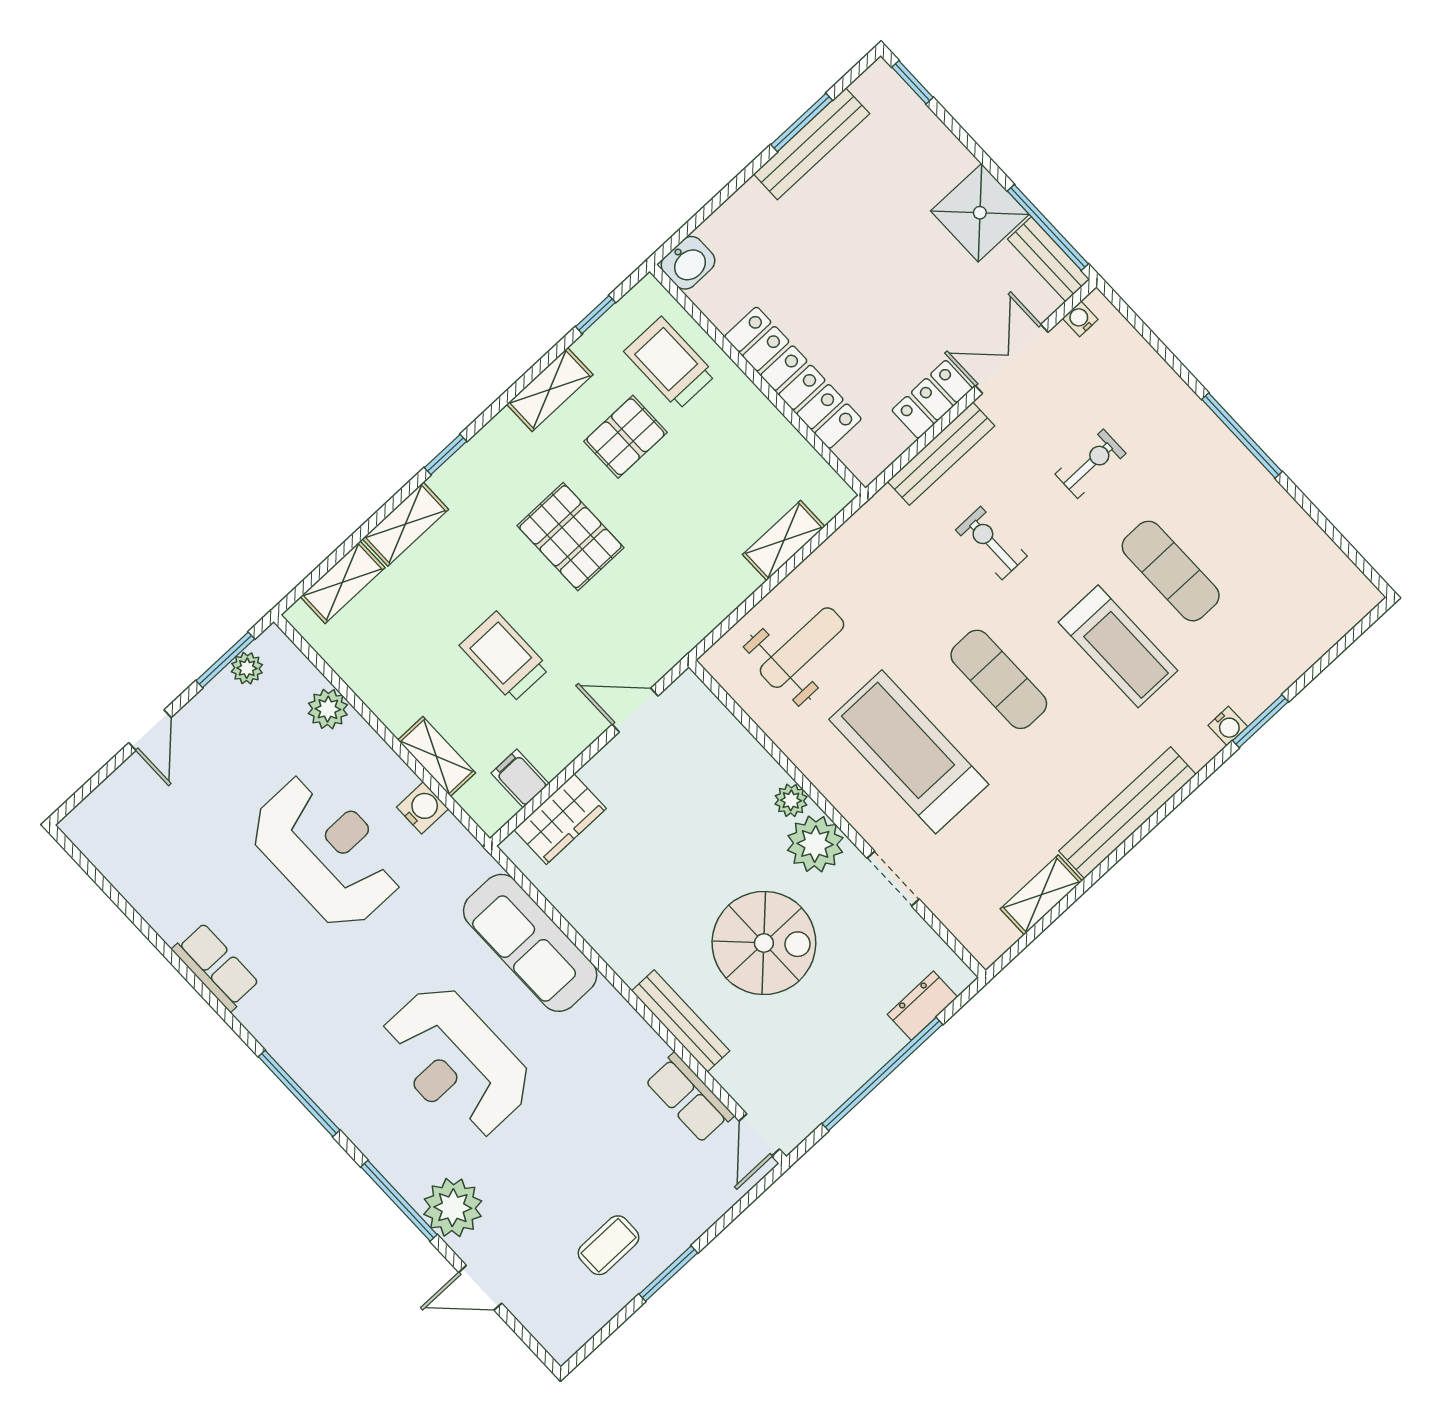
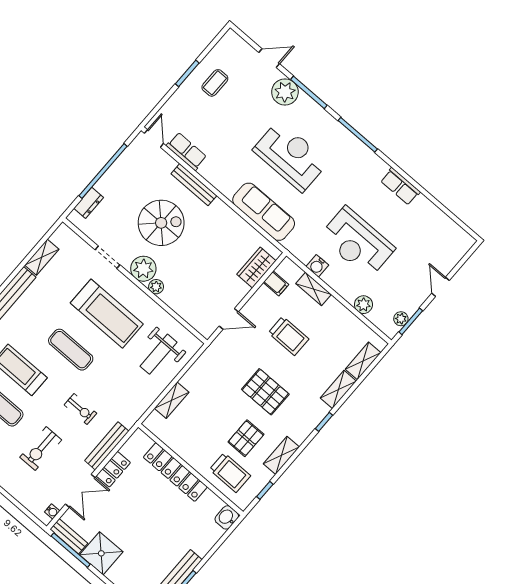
exercise bike: (1091, 464) -> (41, 449), width x1.38, depth x1.39
spiral stairs: (764, 943) -> (161, 223), turned 180

